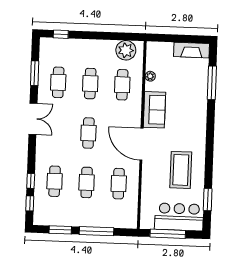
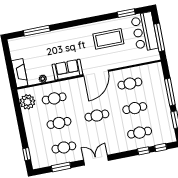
fireplace: (192, 50) -> (20, 73), moved

